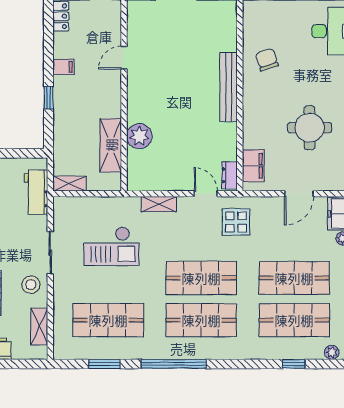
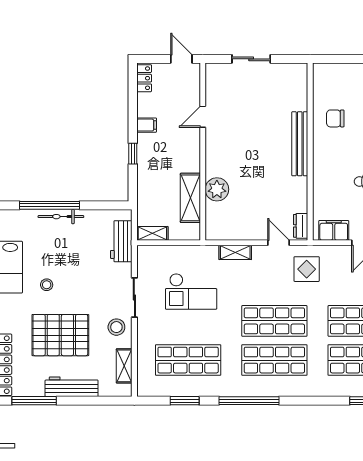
chair: (267, 60) -> (335, 118), turned -72
filing cabinet: (253, 166) -> (334, 230), moved, turned -90

